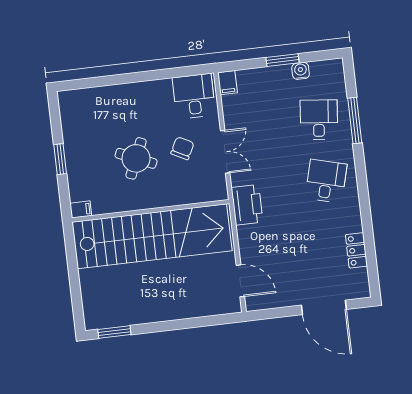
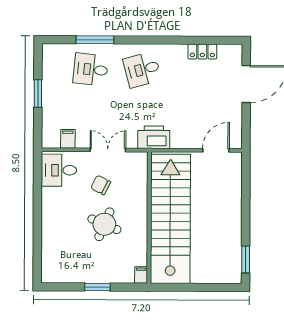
water cooler: (301, 71) -> (49, 80), removed
filing cabinet: (227, 83) -> (68, 139), moved, turned -90
desk: (326, 181) -> (142, 70), turned -30

